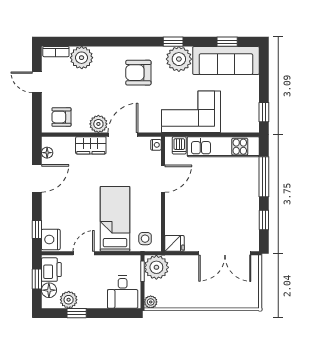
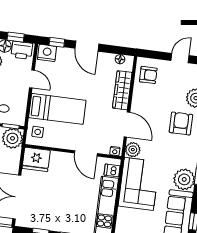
armchair: (138, 73) -> (181, 123), moved
armchair: (61, 117) -> (148, 75), turned 90
plant: (98, 124) -> (133, 150), moved
wardrobe: (91, 145) -> (122, 90), width x1.50
door: (37, 178) -> (87, 46), moved
fridge: (174, 243) -> (36, 159), width x1.88, depth x1.34

